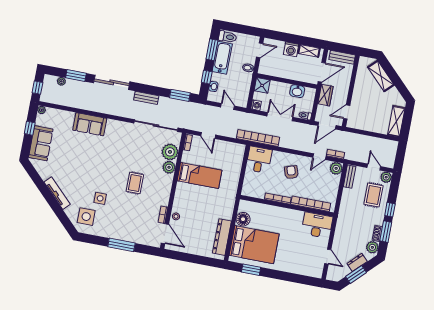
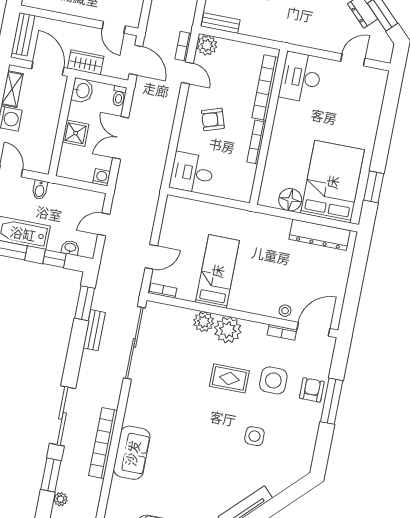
shower: (262, 85) -> (76, 133), moved
washbasin: (297, 91) -> (82, 90), moved
bench: (146, 98) -> (94, 330), moved
bookcase: (258, 138) -> (103, 443), moved
plant: (170, 152) -> (228, 330), moved
side table: (86, 217) -> (273, 380), moved
armchair: (128, 233) -> (312, 390), added

